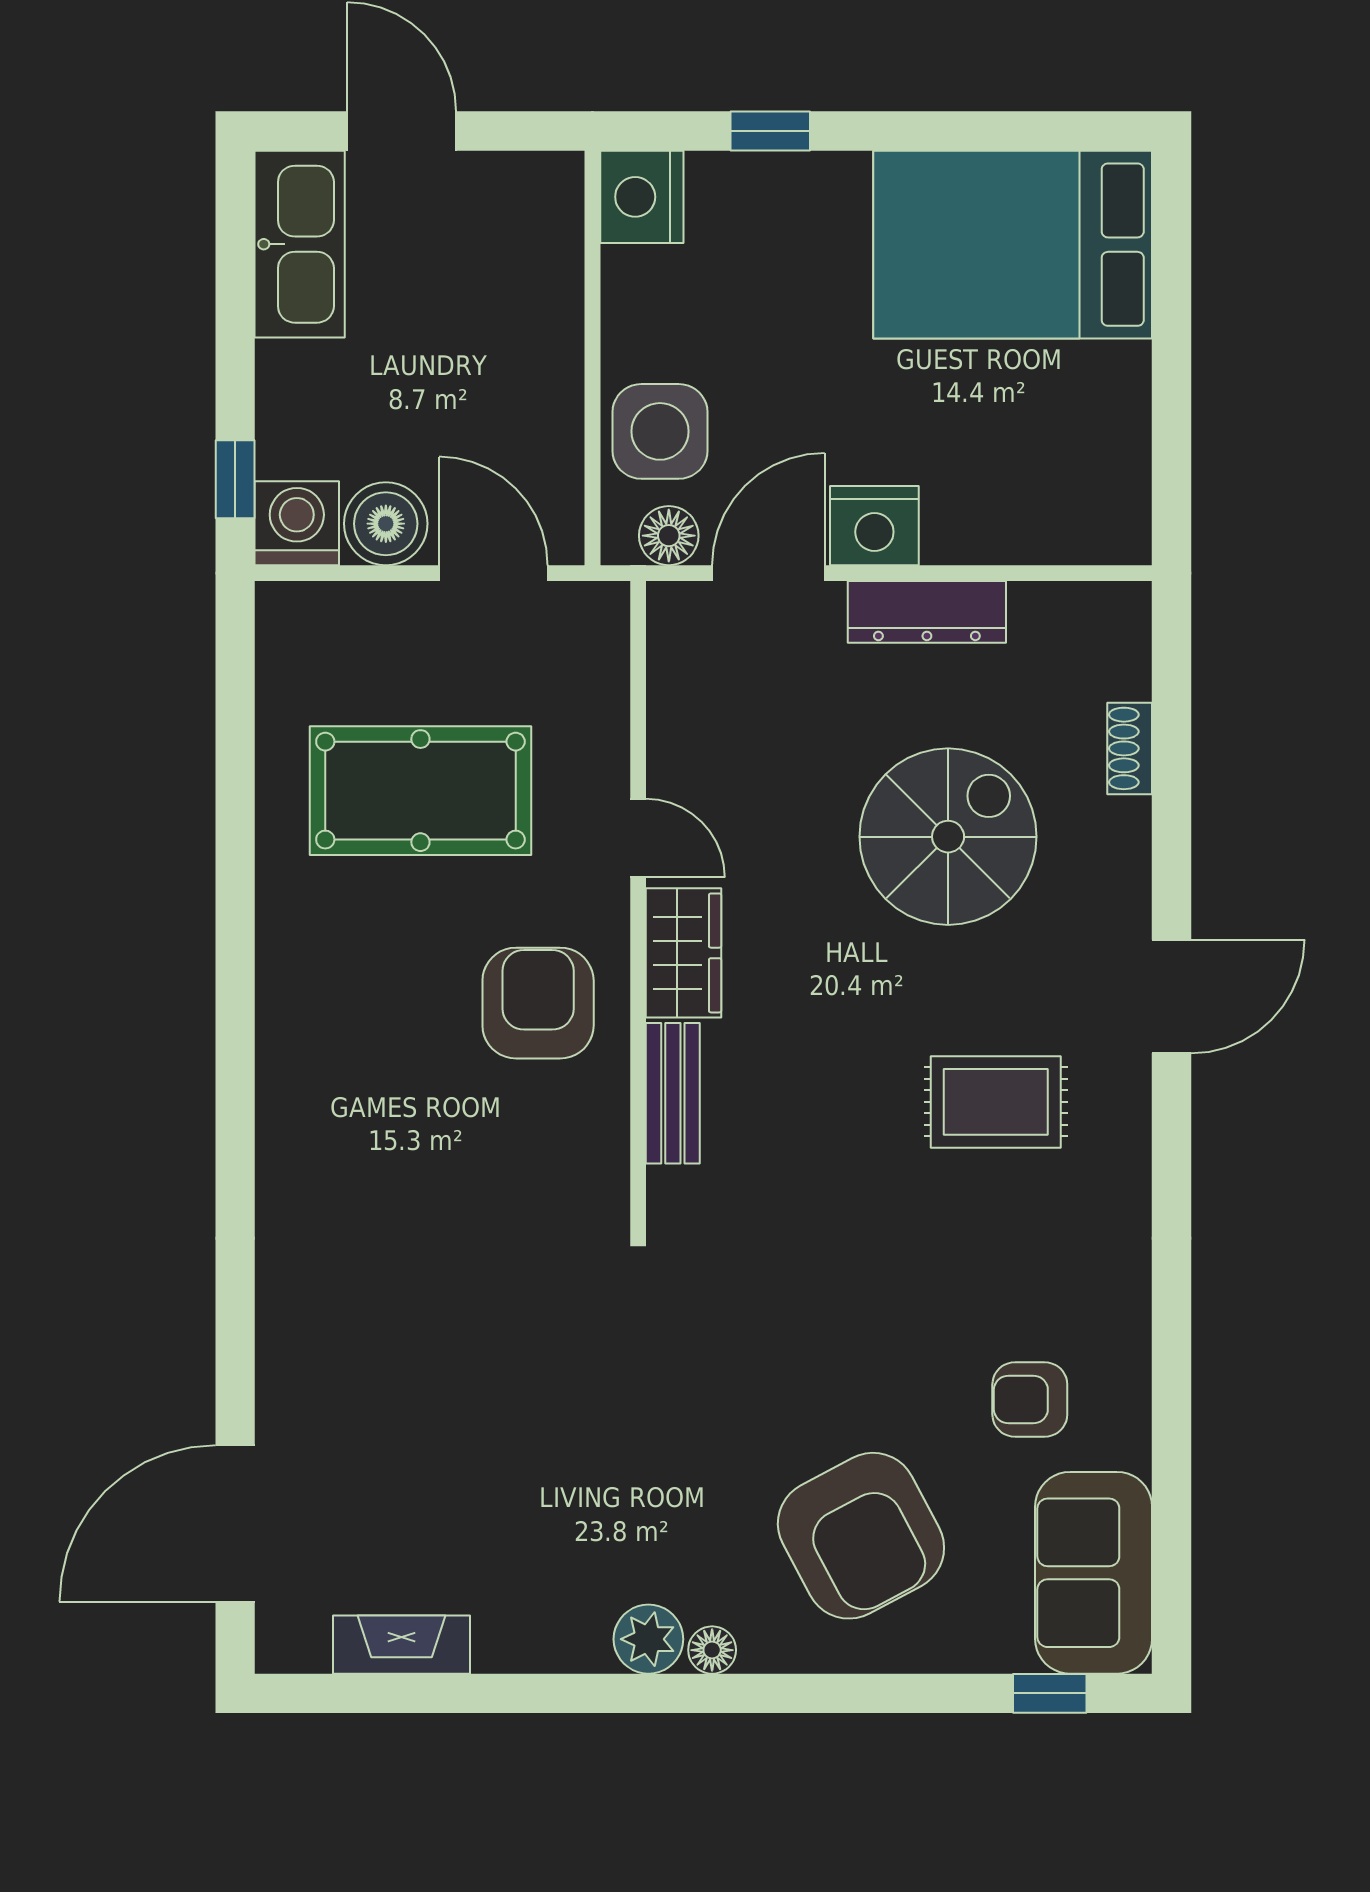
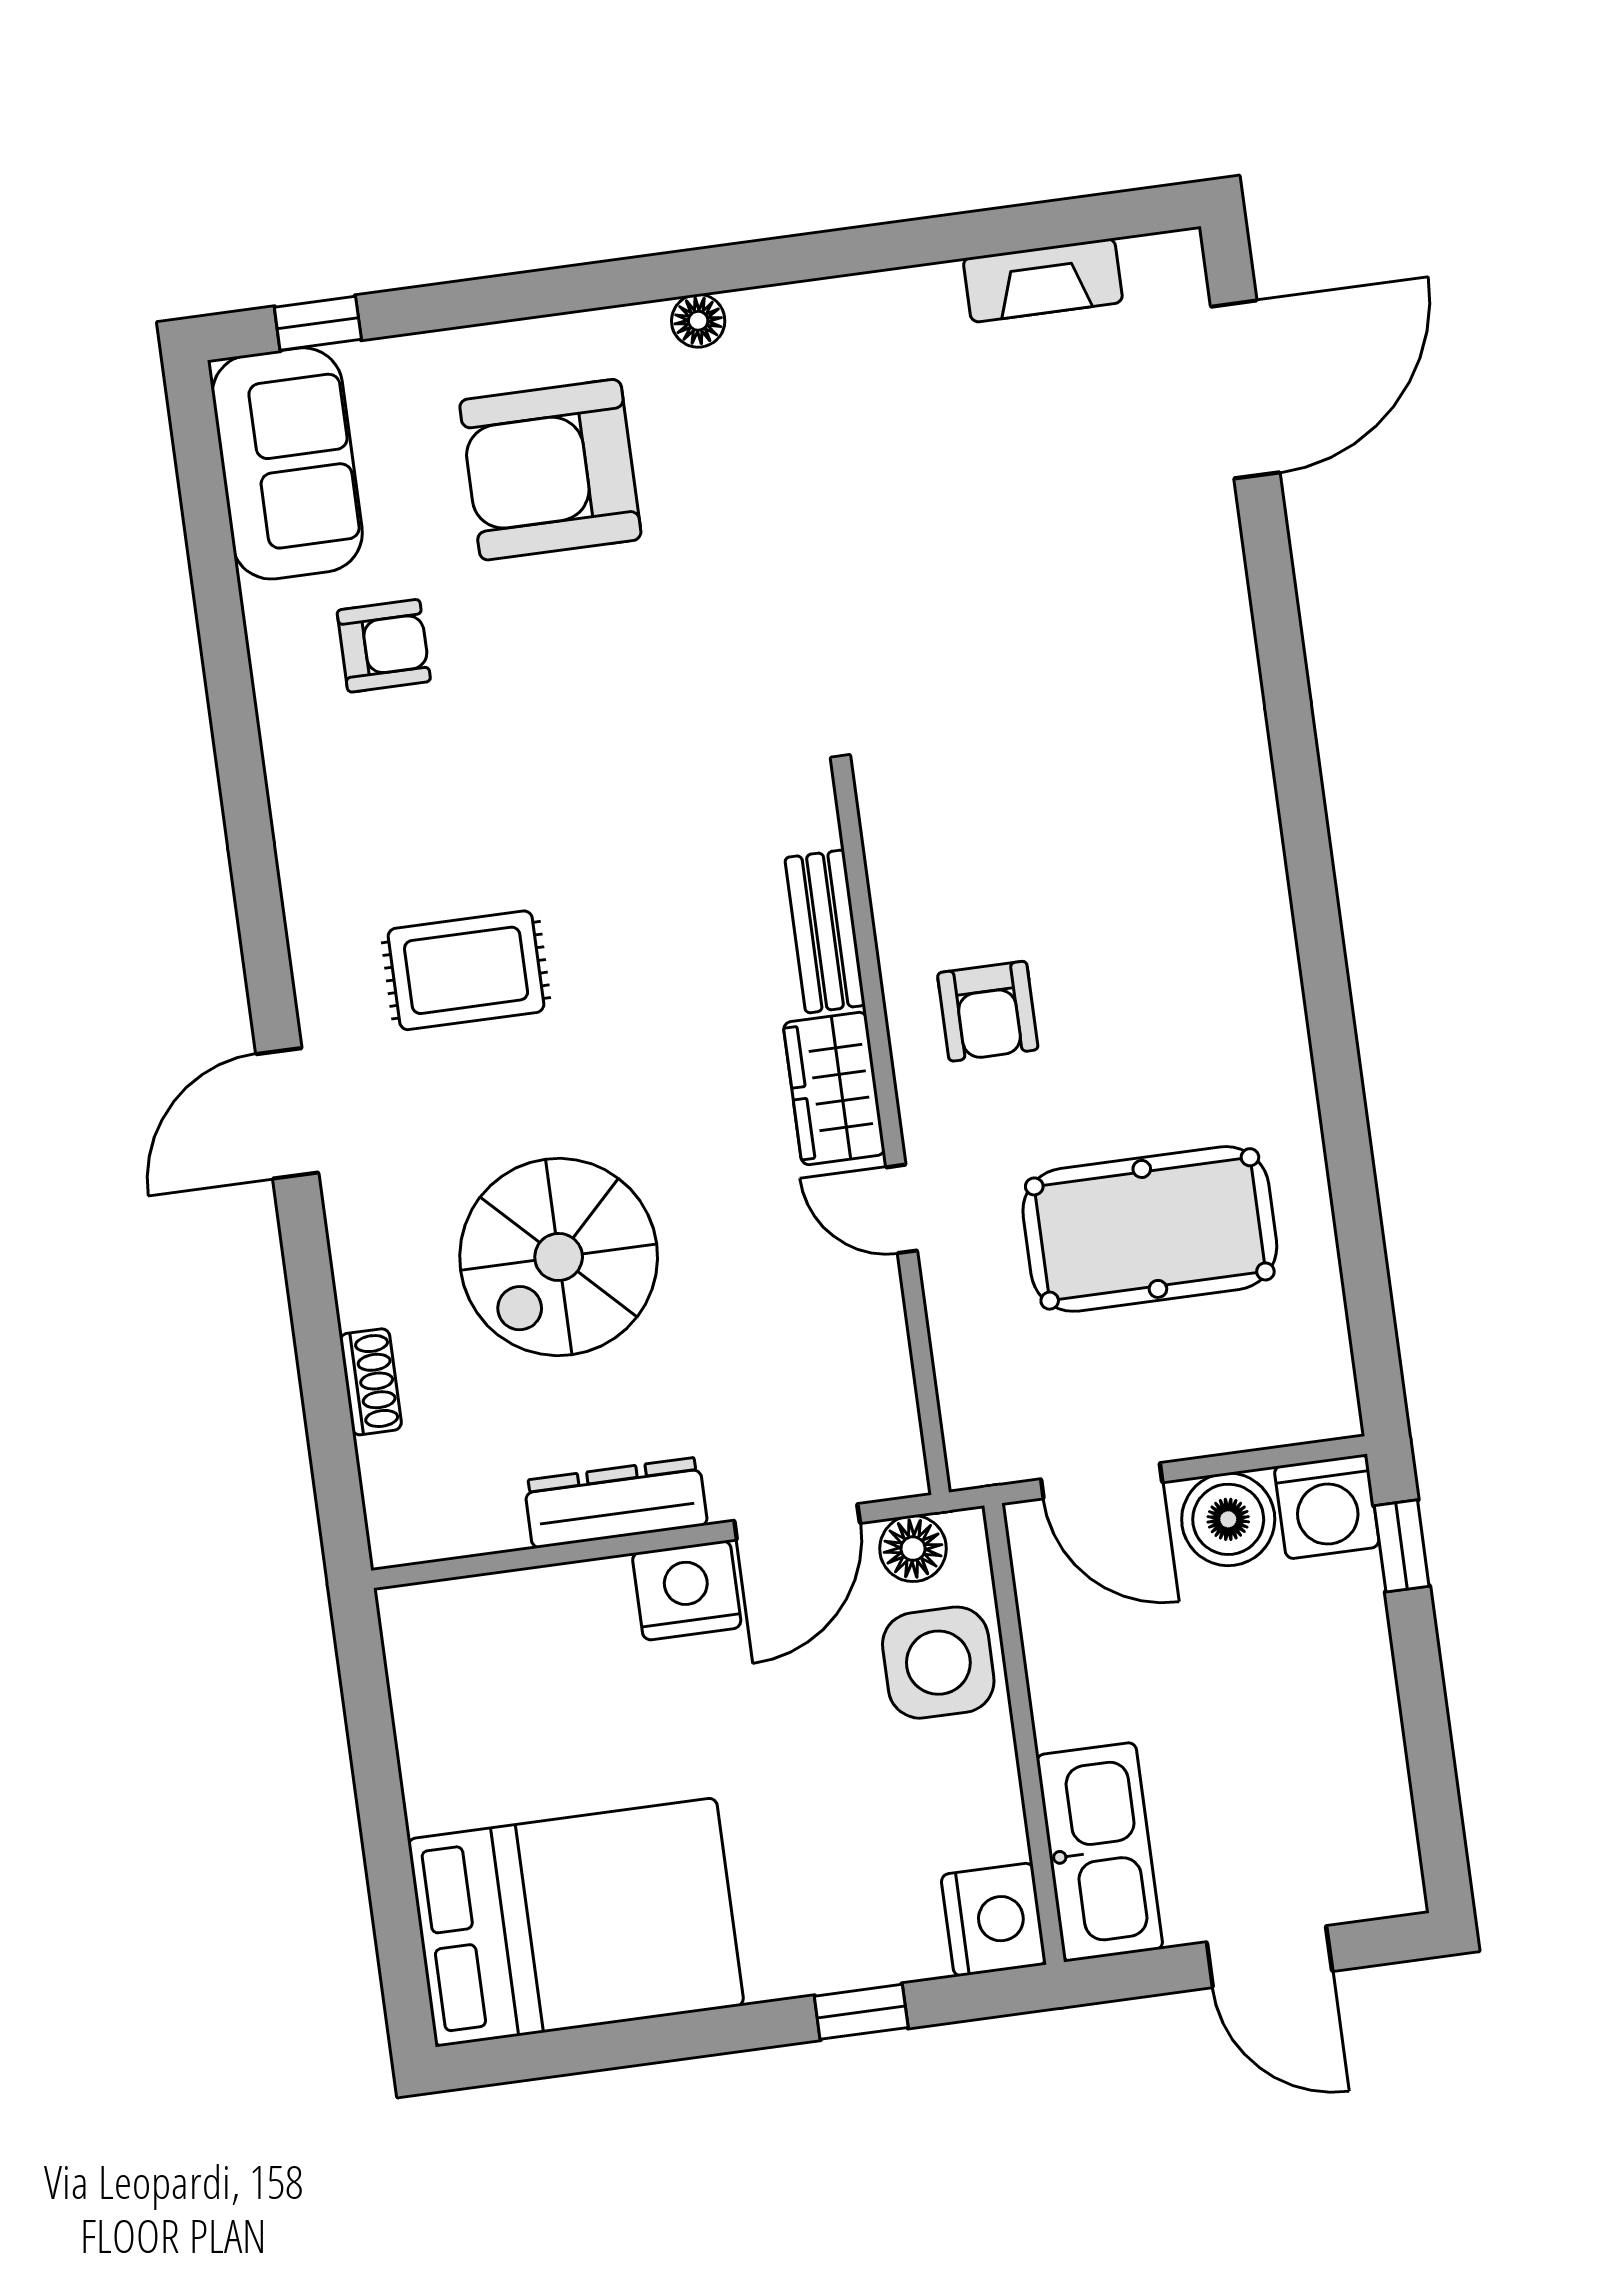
kitchen sink: (300, 244) -> (1100, 1852), moved, turned 180
armchair: (538, 1003) -> (988, 1011), width x0.72, depth x0.72
armchair: (861, 1536) -> (550, 470), turned -62
plant: (648, 1639) -> (770, 323), removed

